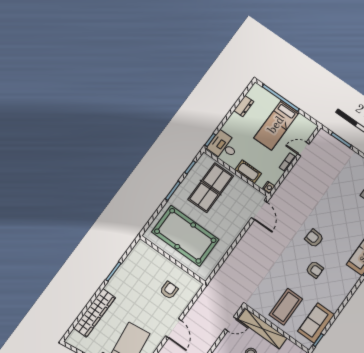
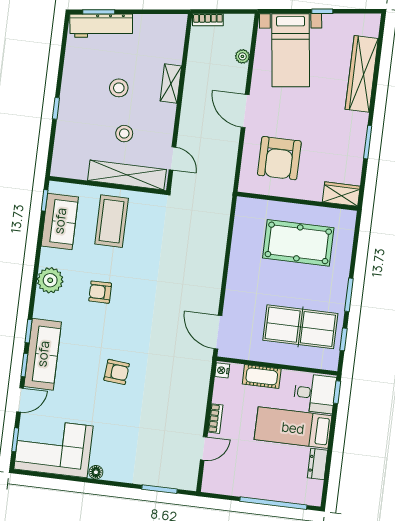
bed: (276, 125) -> (293, 428), moved, turned -90
table tennis table: (211, 188) -> (300, 327), turned 90
pool table: (185, 236) -> (298, 243), width x0.73, depth x0.76
armchair: (314, 238) -> (117, 372), moved
wardrobe: (145, 250) -> (341, 194), added
armchair: (169, 290) -> (279, 158), width x1.88, depth x1.88
plant: (340, 292) -> (50, 280), added
door: (231, 324) -> (172, 158), swing flipped

